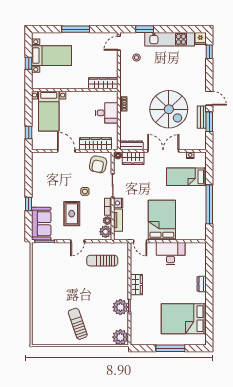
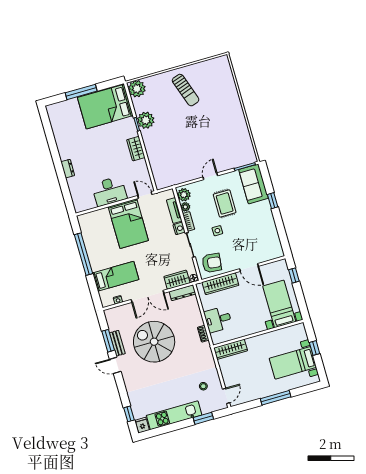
armchair: (98, 164) -> (212, 263), turned 84
sun lounger: (102, 261) -> (179, 163), removed
bed: (184, 319) -> (105, 107), moved, turned 180

